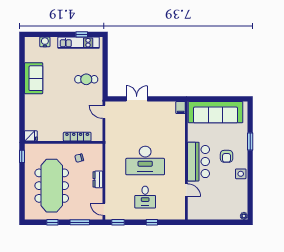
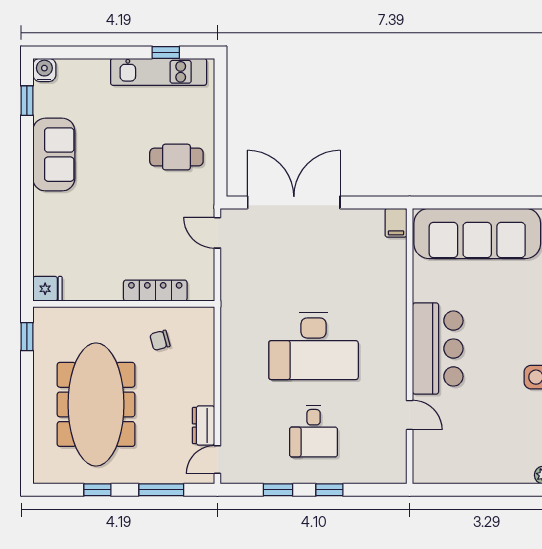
water cooler: (45, 42) -> (44, 70), moved
window: (22, 55) -> (27, 101), added
double door: (137, 99) -> (294, 202), width x1.87
armchair: (227, 156) -> (503, 336), removed
dresser: (98, 179) -> (204, 426), moved
door: (104, 209) -> (217, 460), hinge flipped
window: (118, 222) -> (278, 490), moved

